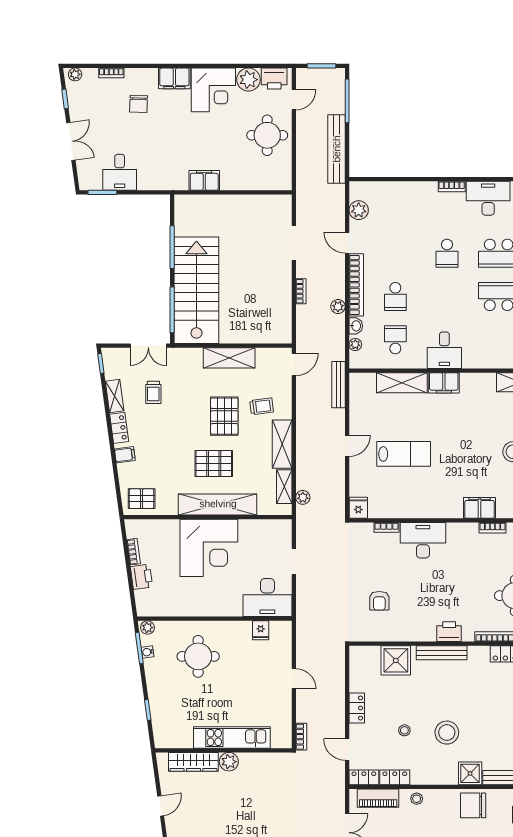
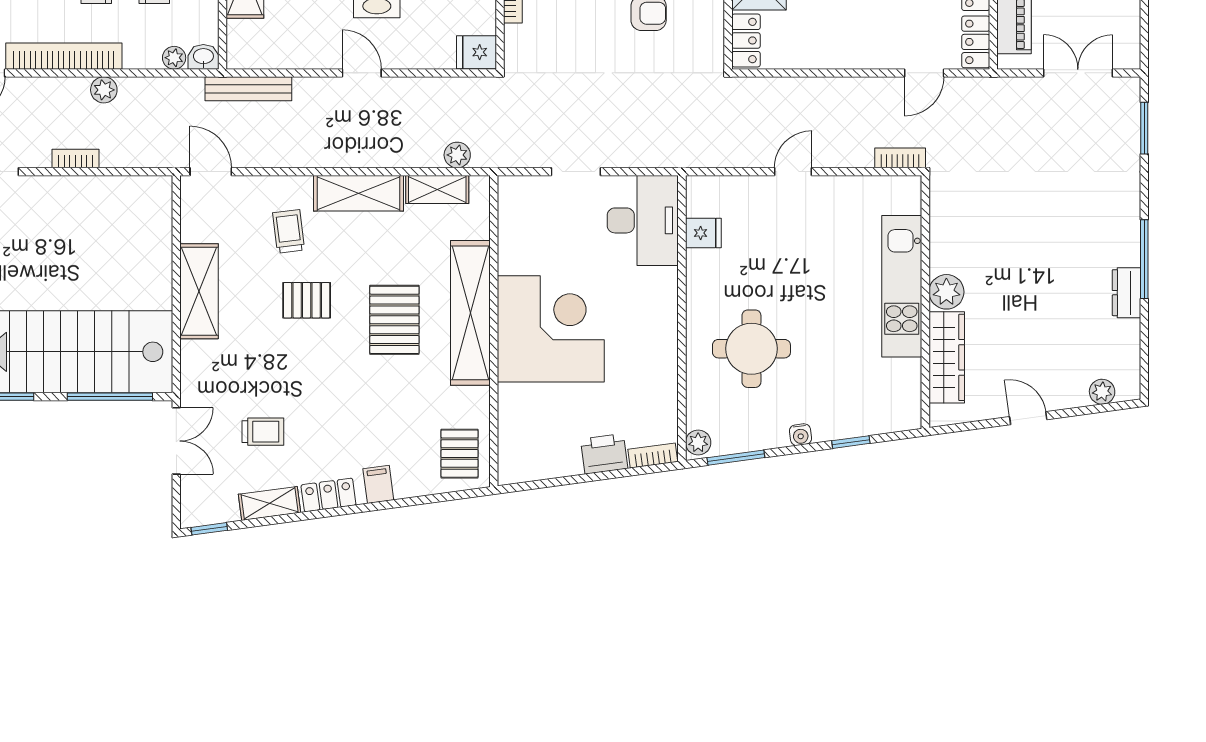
washbasin: (356, 326) -> (203, 57), moved
pallet: (224, 416) -> (307, 300), width x0.67, depth x0.71
bookcase: (134, 552) -> (653, 455), moved
water cooler: (148, 652) -> (801, 435), moved
locker: (357, 708) -> (746, 40), moved, turned 90

